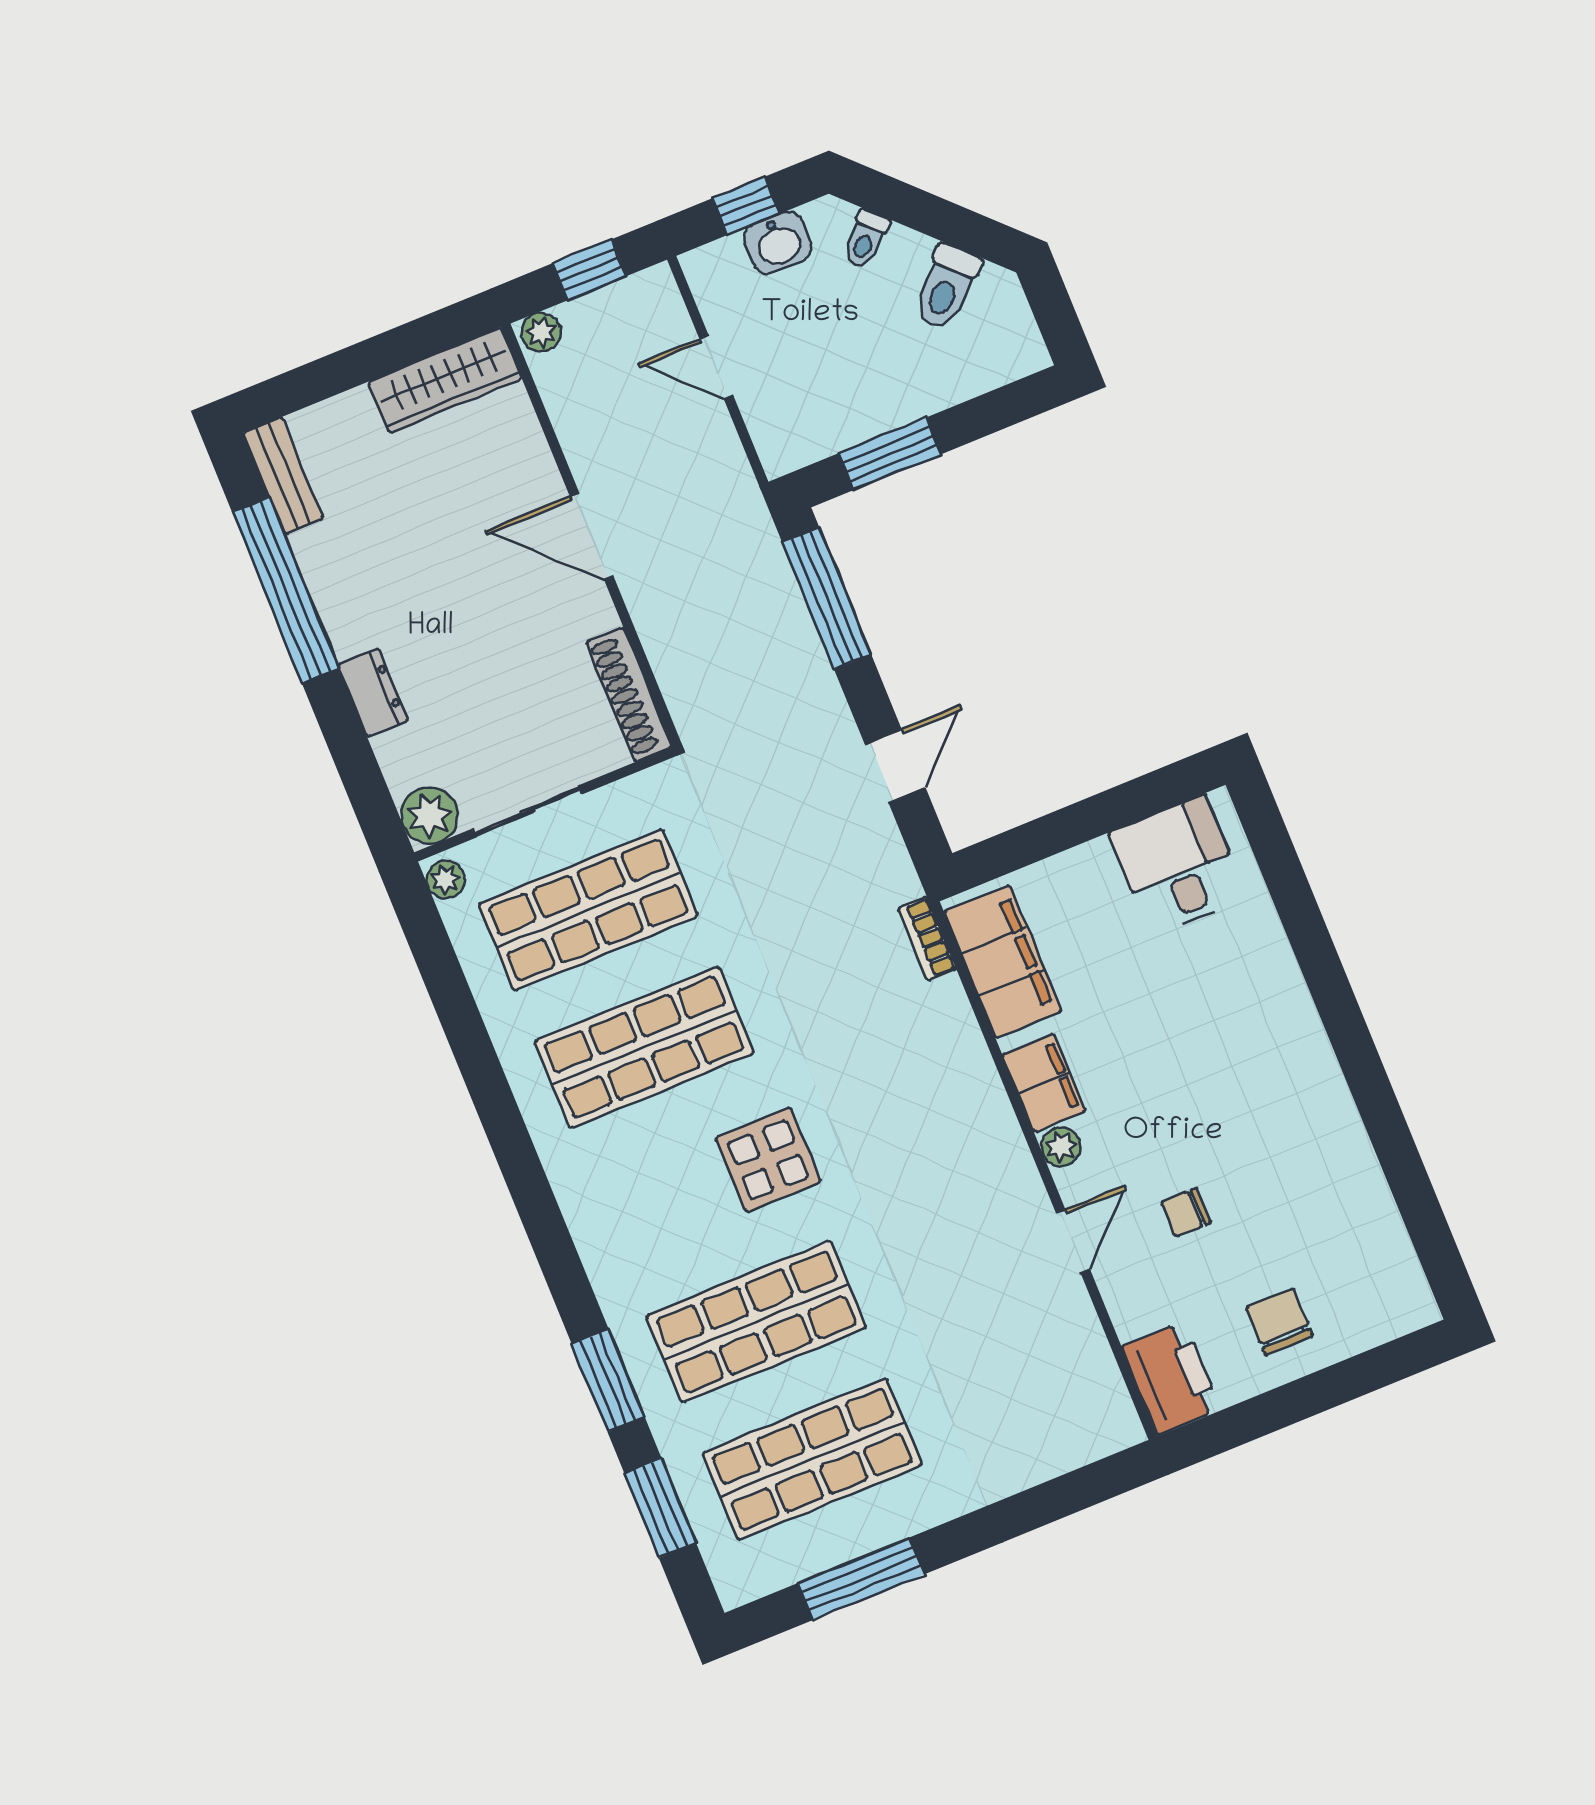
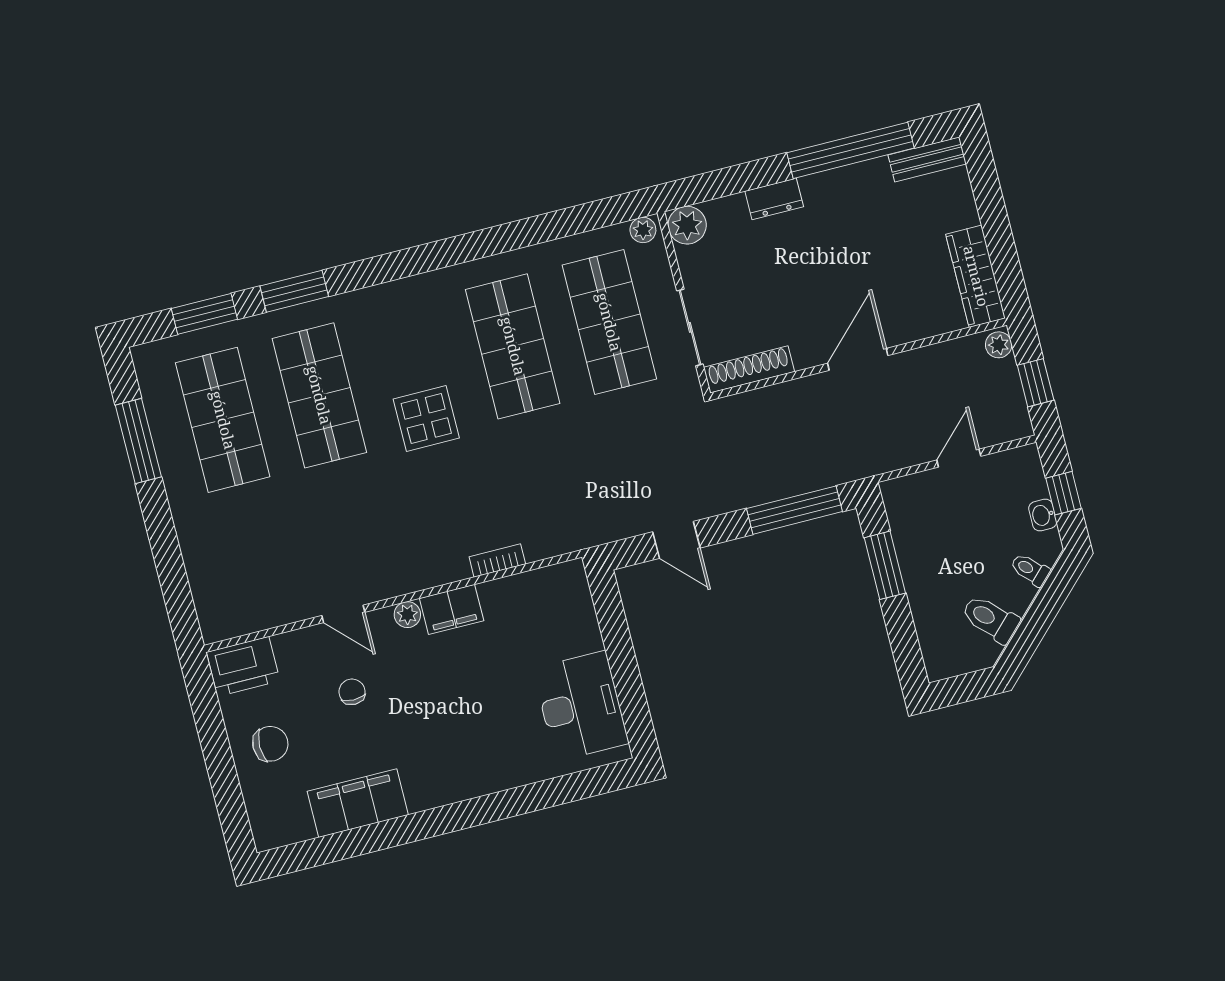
washbasin: (778, 243) -> (1043, 515), width x0.72, depth x0.69
sliding door: (527, 812) -> (690, 327), moved
desk: (1178, 865) -> (581, 706), width x1.37
bookcase: (927, 939) -> (497, 560), moved
filing cabinet: (1003, 962) -> (358, 803), moved, turned 180

